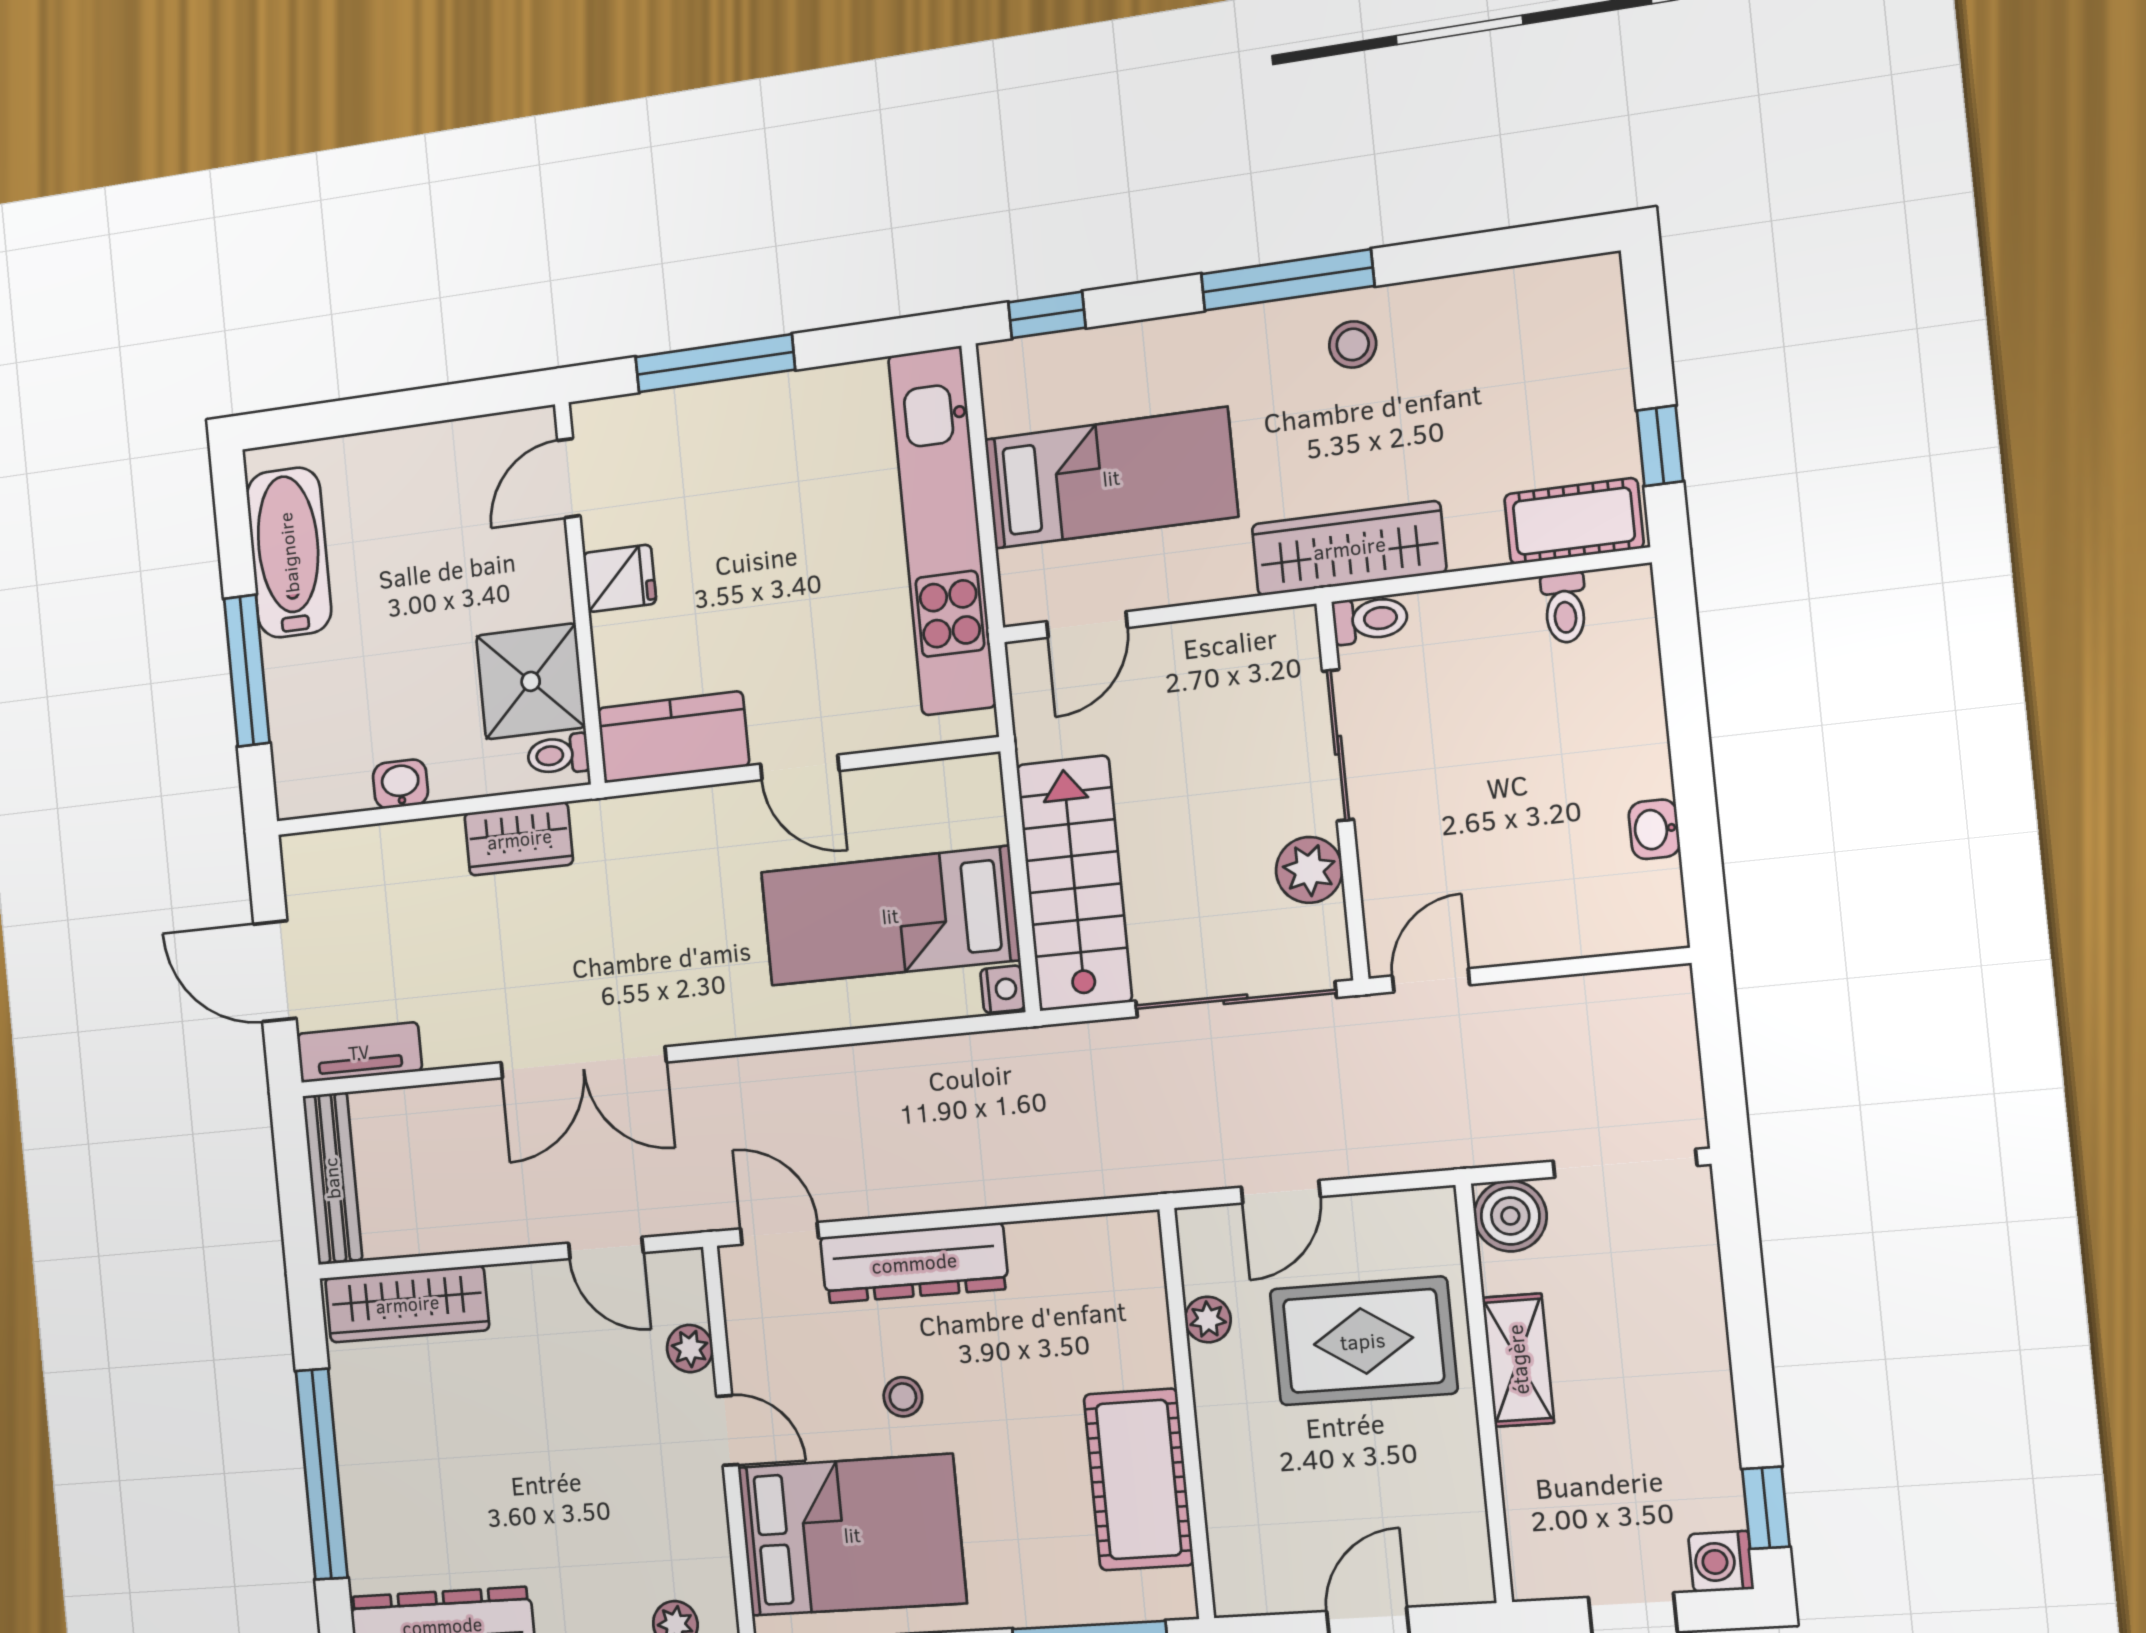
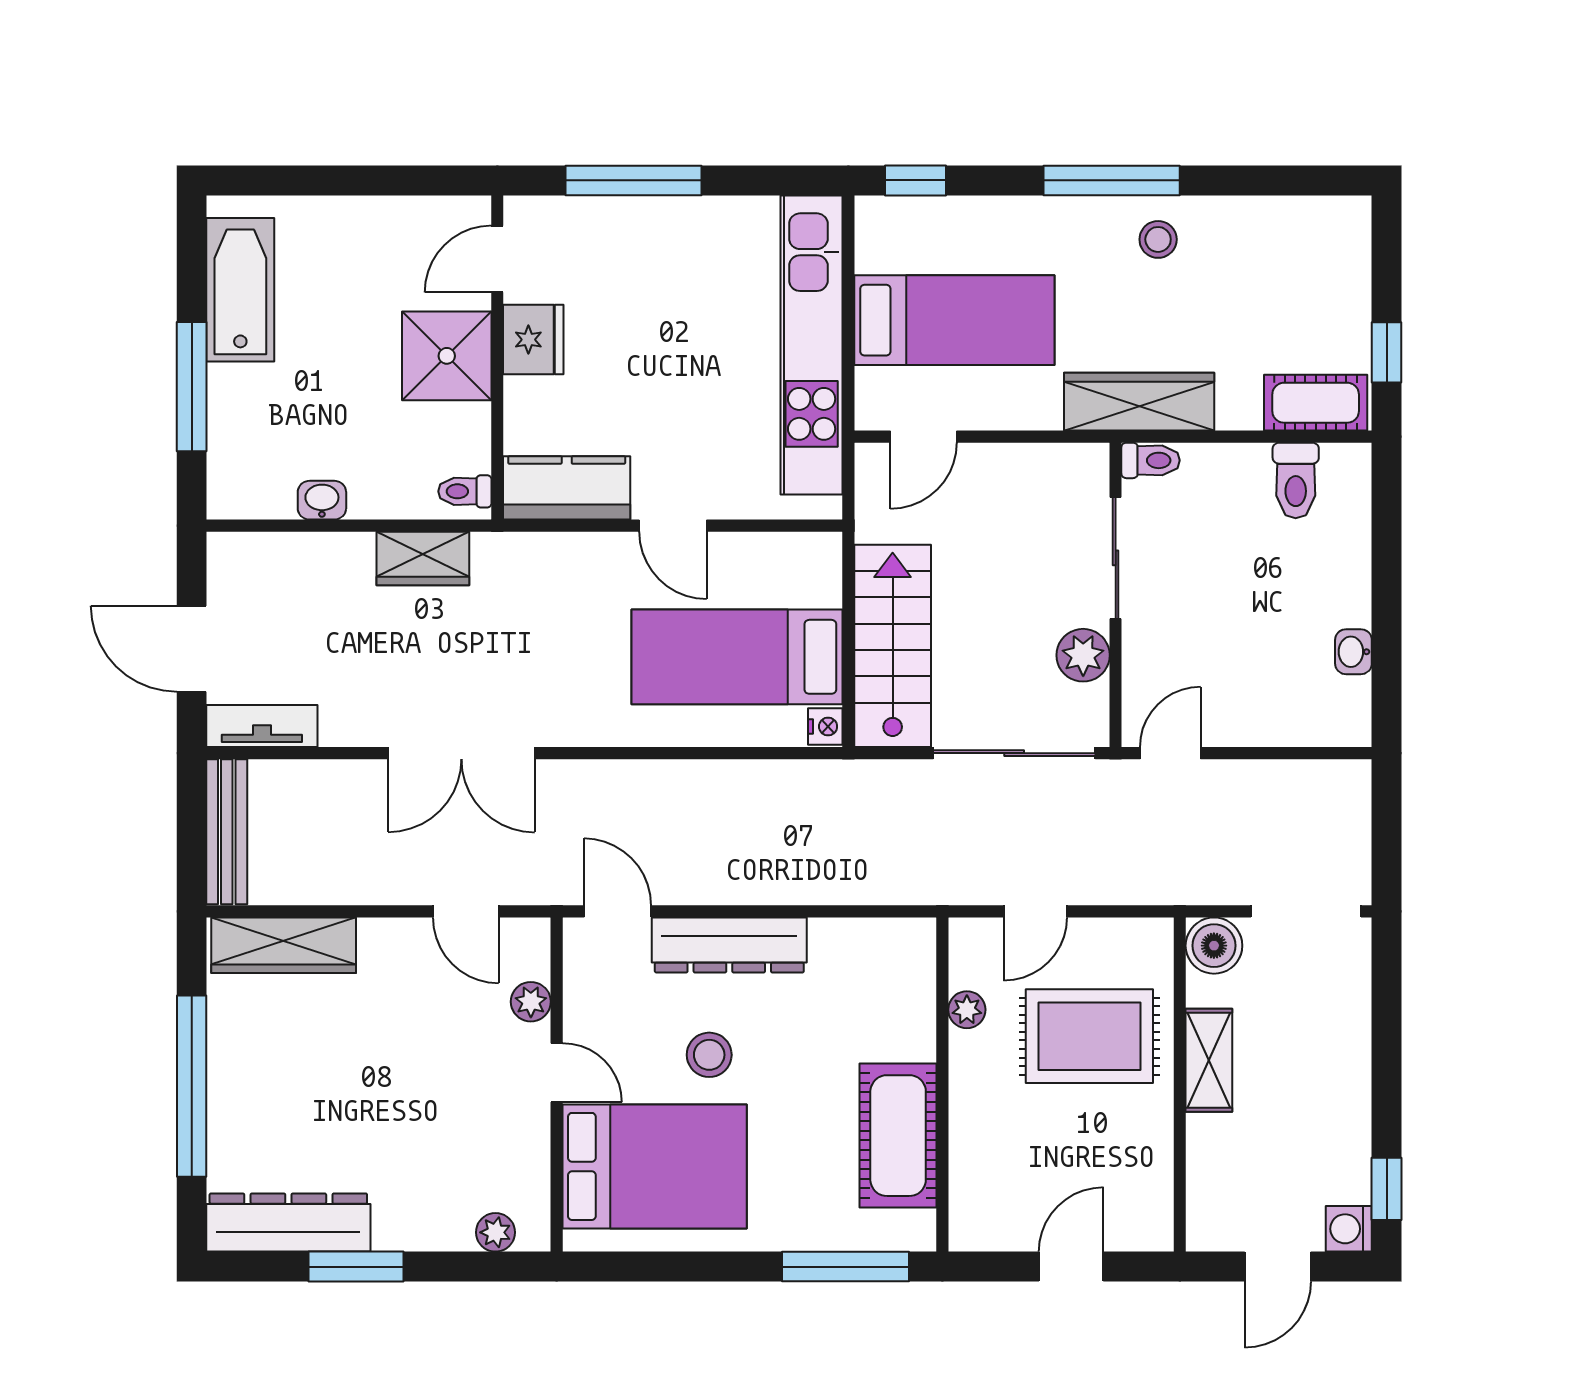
fridge: (620, 578) -> (533, 340), width x1.38
toilet: (1565, 608) -> (1296, 480), width x1.37, depth x1.39
shower: (531, 681) -> (447, 356), moved
stool: (903, 1397) -> (709, 1055), width x1.37, depth x1.37

